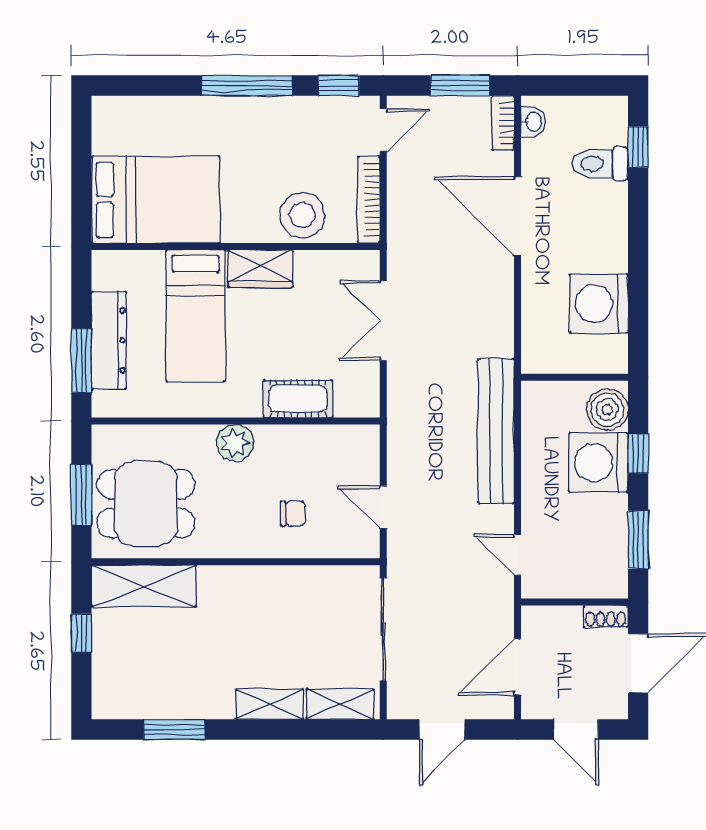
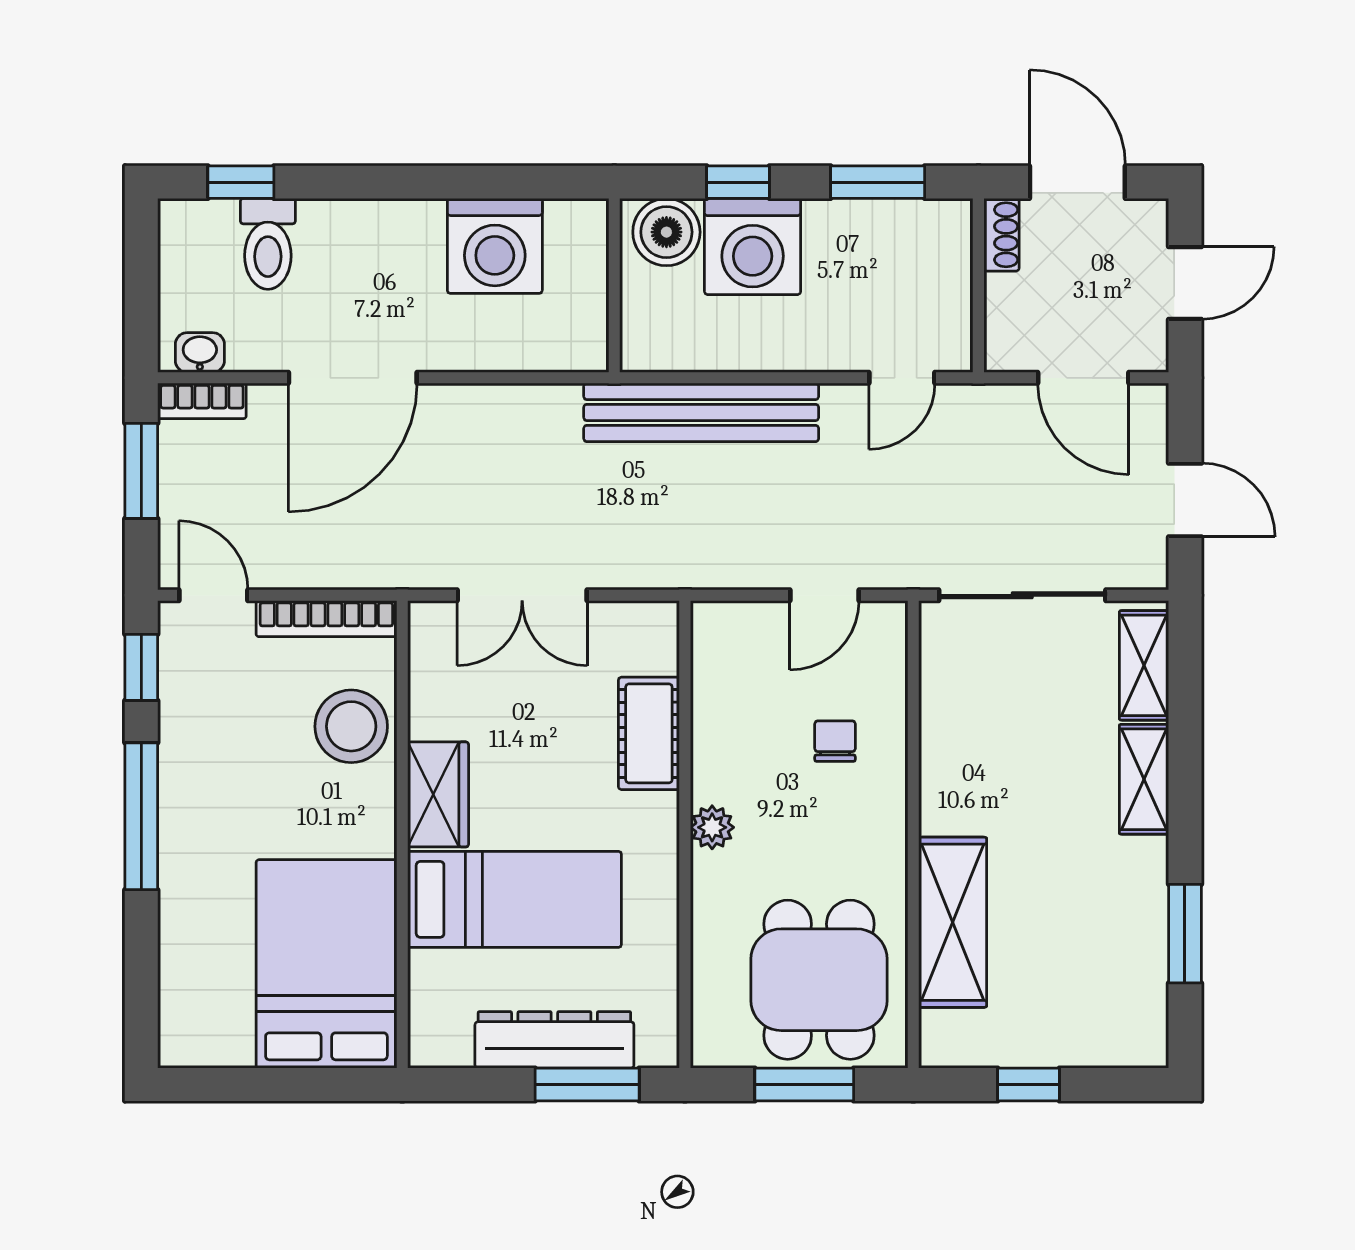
plant: (235, 443) -> (712, 827), width x0.73, depth x0.73
shelving: (144, 586) -> (953, 922), moved

